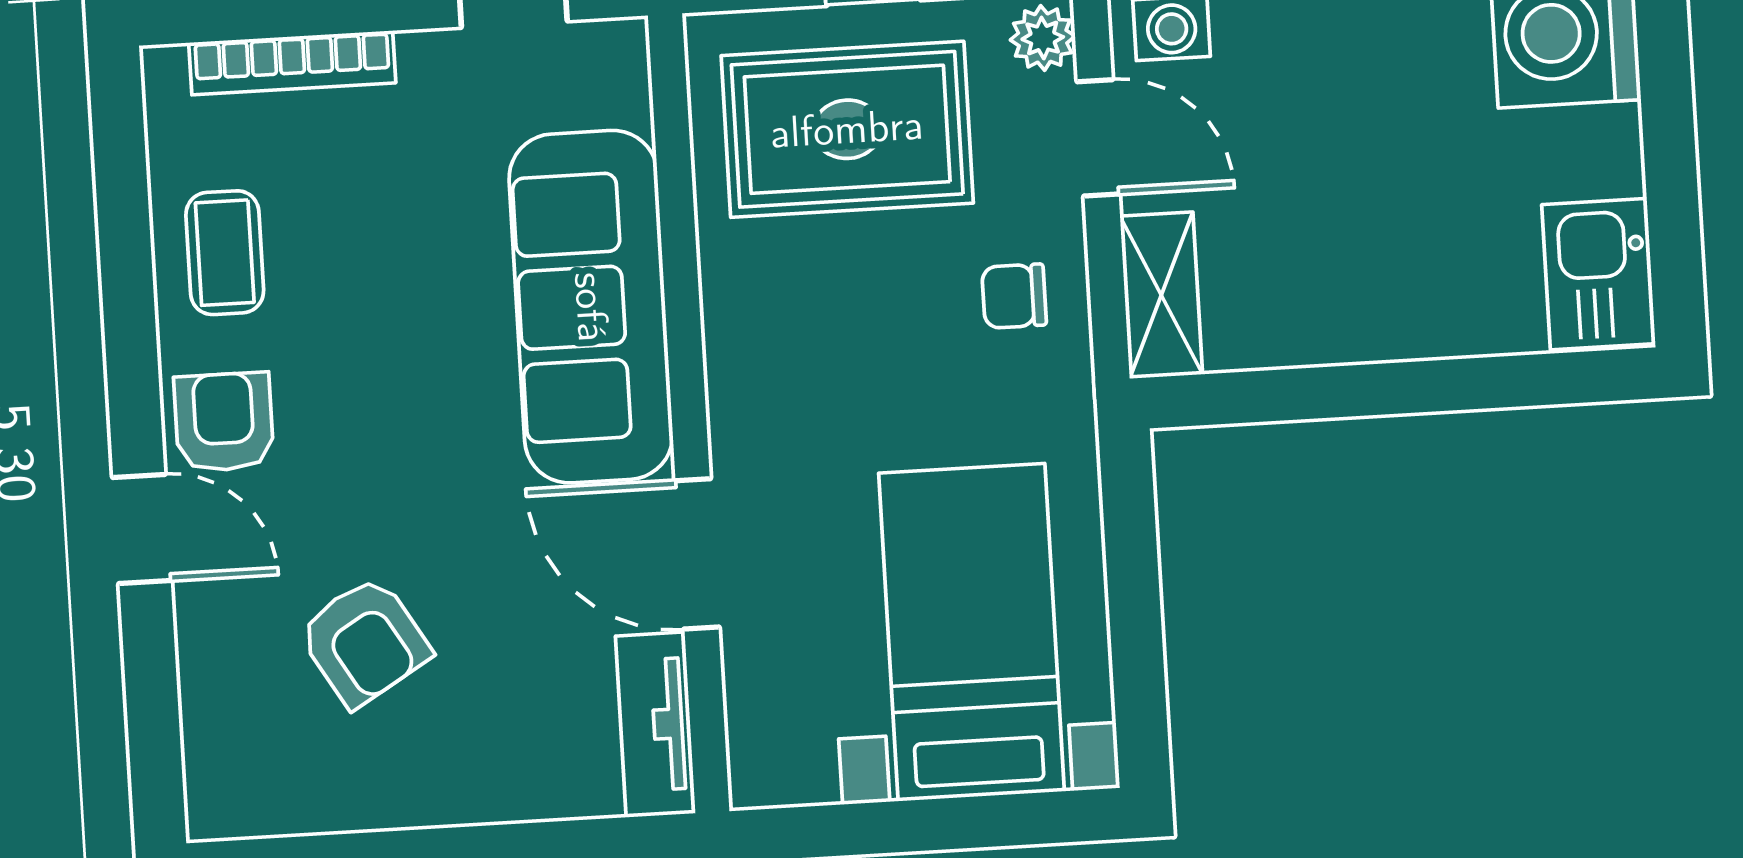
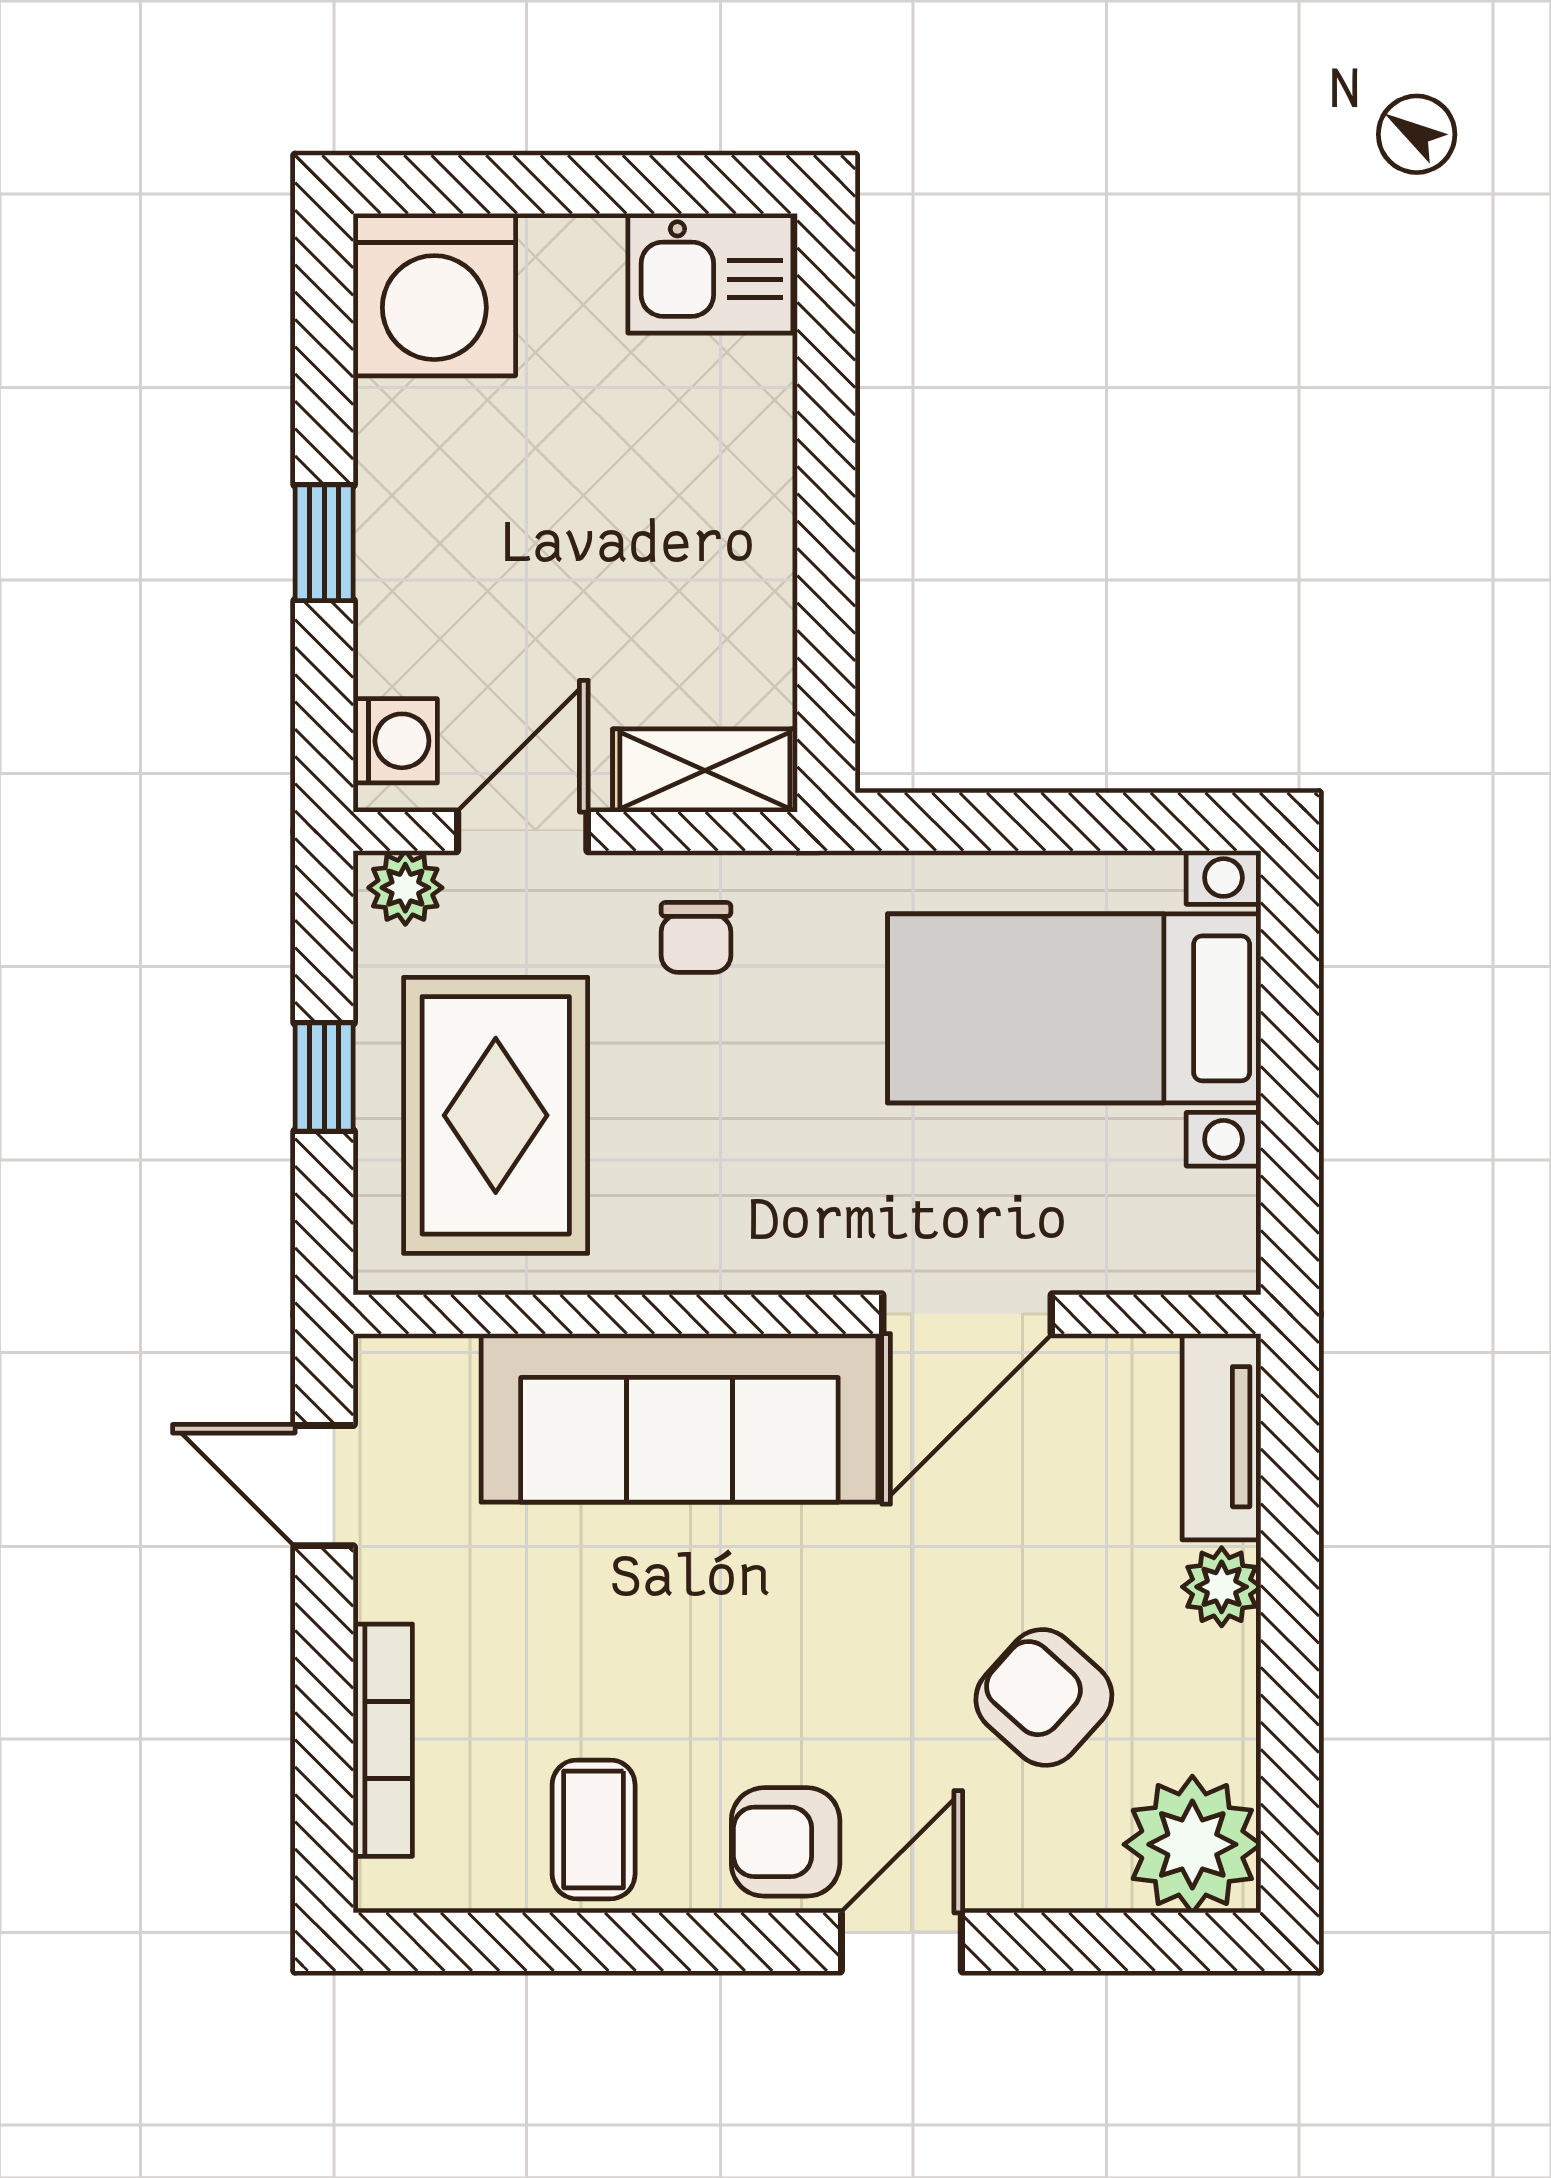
coffee table: (225, 253) -> (594, 1829), turned 90
armchair: (364, 641) -> (1044, 1697), turned -107
tv unit: (655, 725) -> (1221, 1437), moved, turned 90
plant: (243, 780) -> (1192, 1844), added
plant: (471, 792) -> (1222, 1587), added

